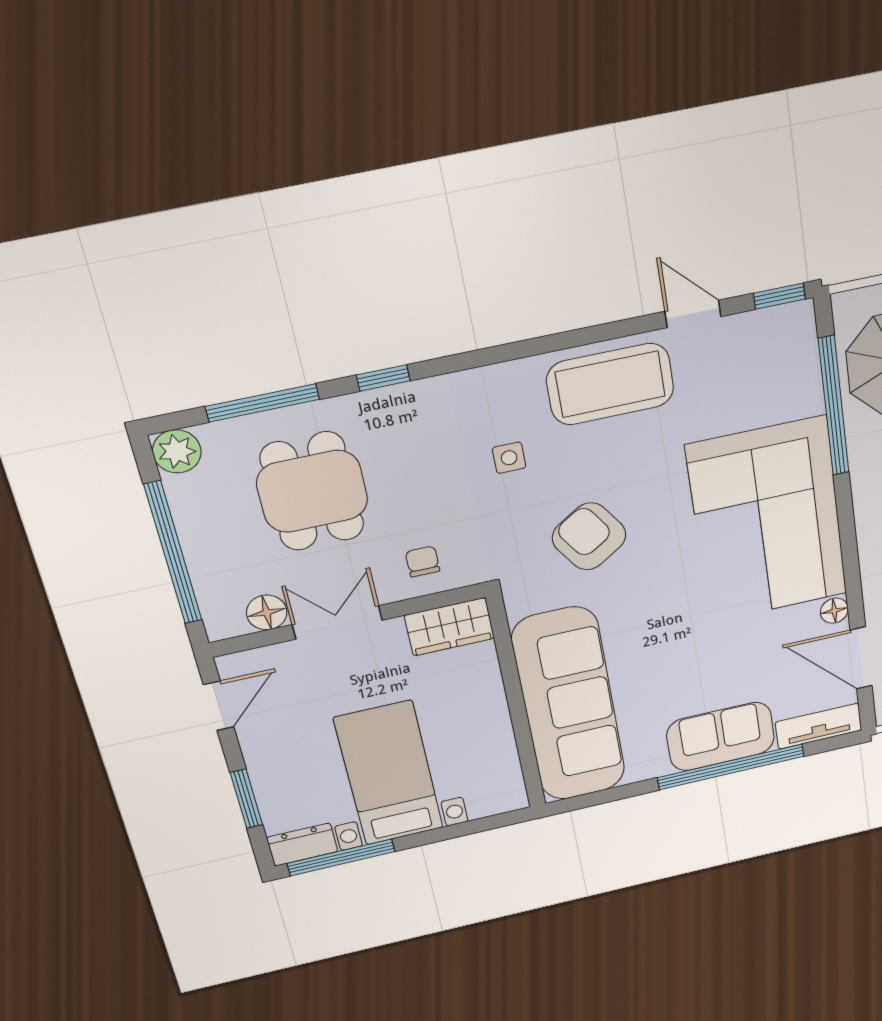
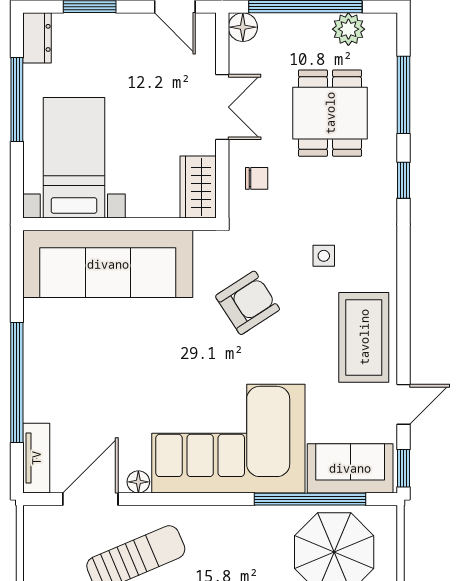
plant: (177, 451) -> (348, 29), moved
dining table: (312, 491) -> (330, 113), turned 90
floor lamp: (267, 613) -> (243, 27), moved
sofa: (721, 737) -> (350, 468), moved, turned -90
bed with nightstands: (389, 773) -> (74, 158), moved, turned -90
window: (341, 857) -> (17, 100), moved

